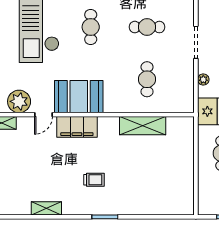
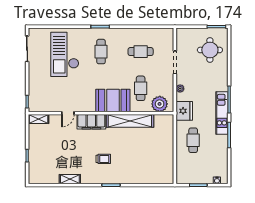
booth: (79, 97) -> (113, 101), moved
plant: (19, 101) -> (160, 104), moved
shelving: (143, 126) -> (130, 121), width x1.47

